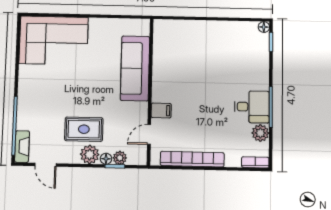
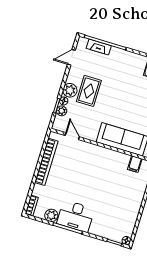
desk: (252, 107) -> (76, 216), width x1.37
filing cabinet: (161, 110) -> (135, 164), moved
fireplace: (22, 147) -> (99, 47), moved

